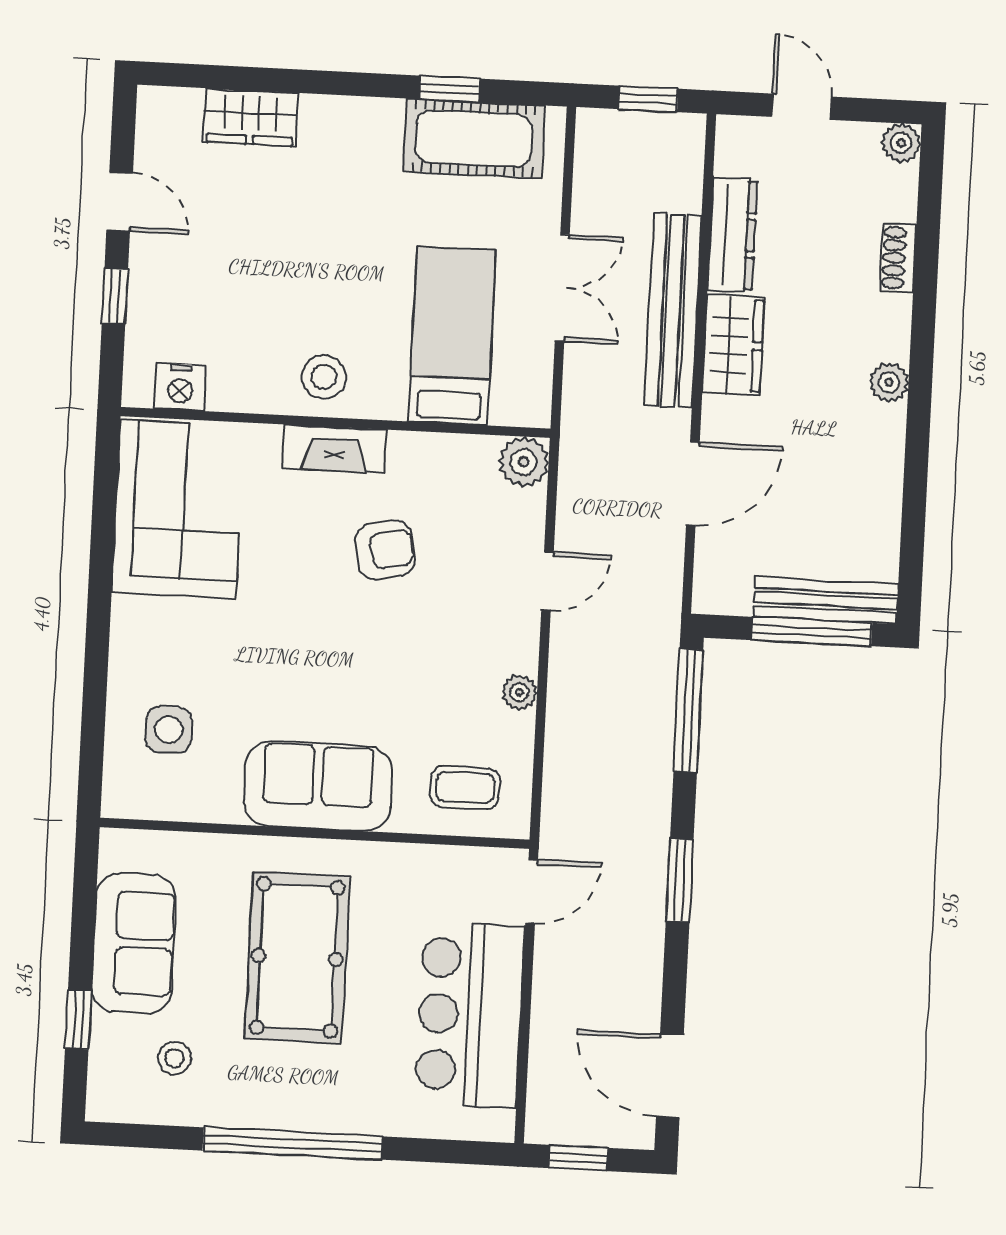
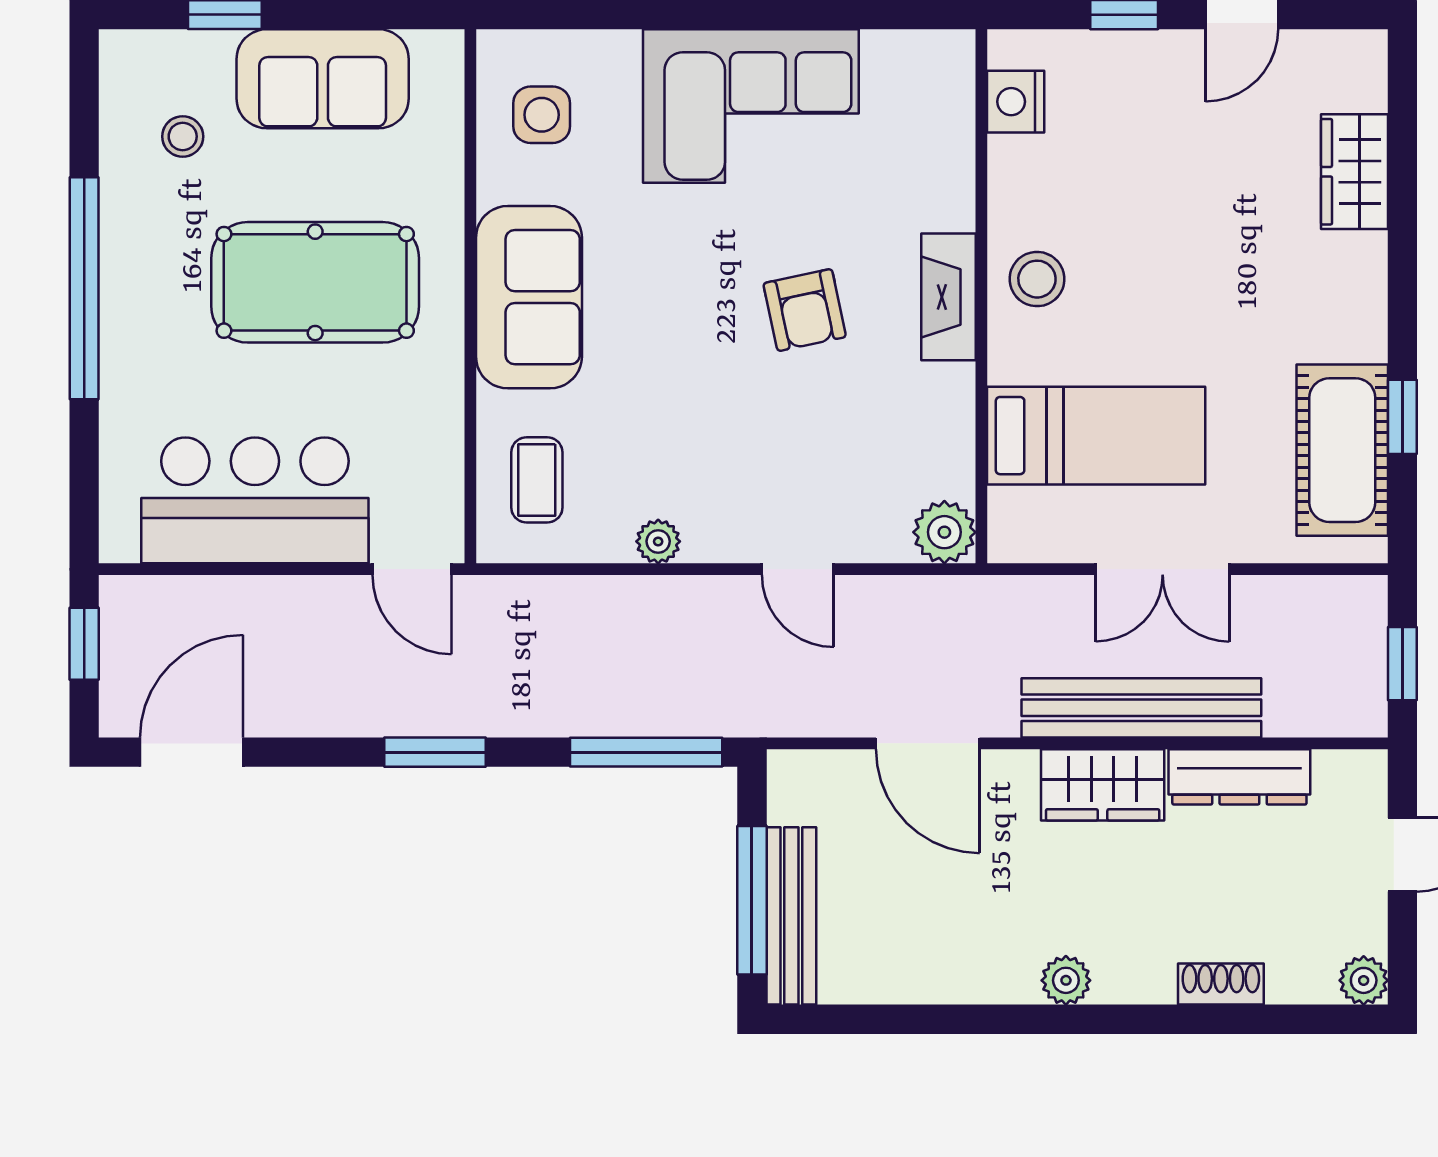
corner sofa: (178, 509) -> (751, 106), moved
armchair: (385, 550) -> (805, 310), moved
side table: (169, 730) -> (542, 115), moved

